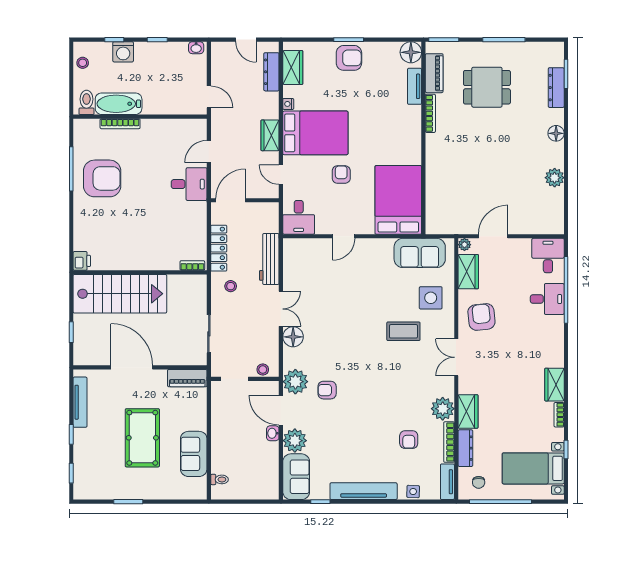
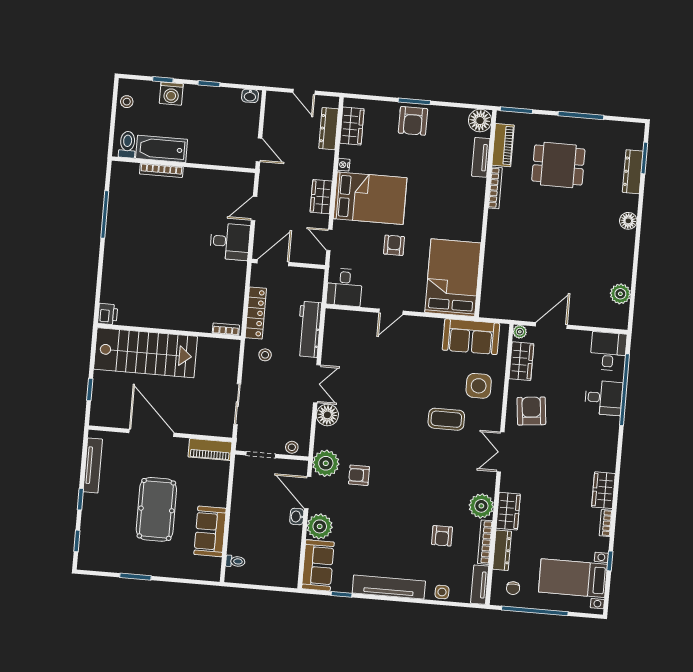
armchair: (349, 58) -> (413, 121), turned 90
armchair: (102, 178) -> (137, 227), removed
plant: (555, 178) -> (620, 294), moved

